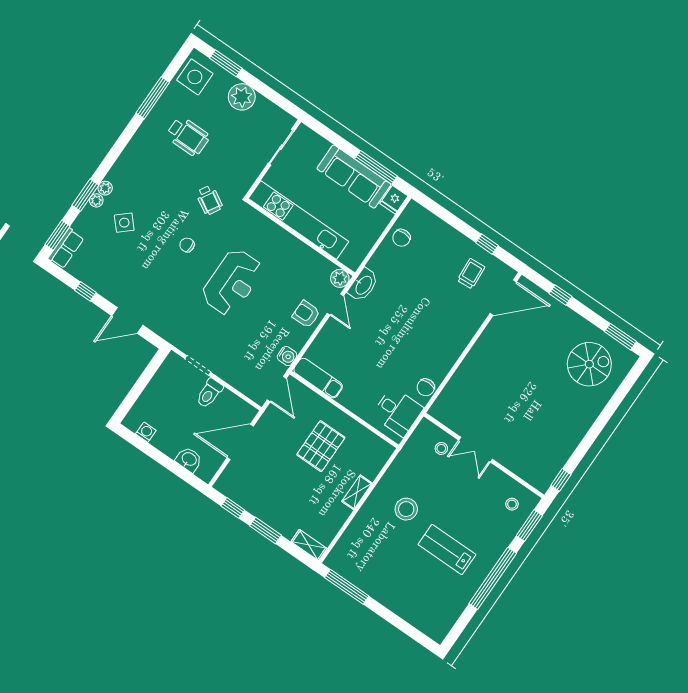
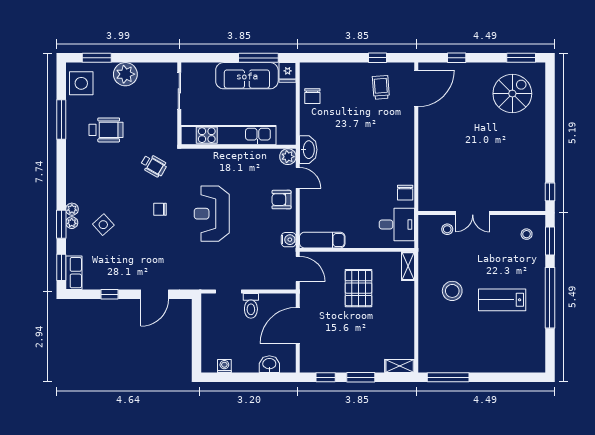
reception desk: (232, 282) -> (212, 214), turned 180
shelving: (357, 492) -> (408, 266), moved

